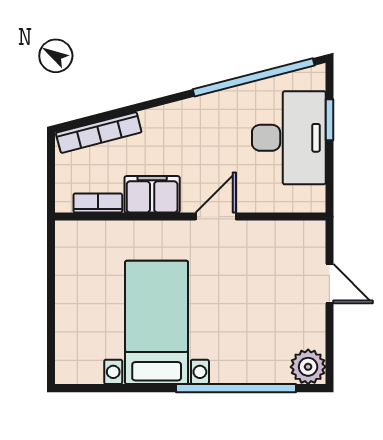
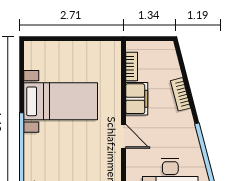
bookcase: (99, 133) -> (180, 94), moved, width x0.64

